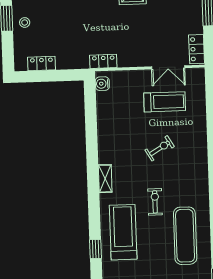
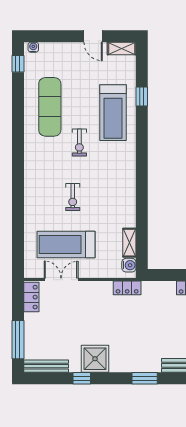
treadmill: (165, 102) -> (66, 244), width x1.37, depth x1.38
exercise bike: (160, 148) -> (73, 197), turned -59
shelving: (105, 179) -> (129, 243), moved

